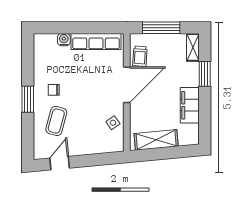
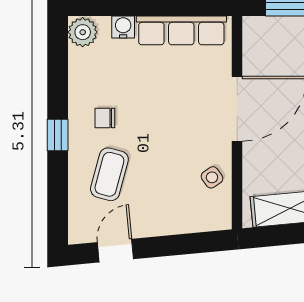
plant: (41, 42) -> (83, 32), added
trolley: (140, 56) -> (261, 57), removed
window: (28, 99) -> (58, 135), width x0.67

